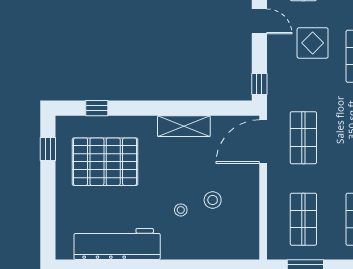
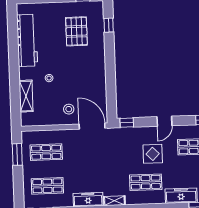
shelving: (184, 126) -> (26, 96), moved
shop shelf: (303, 138) -> (95, 150), removed
pallet: (105, 162) -> (76, 31), width x0.73, depth x0.71
stool: (213, 200) -> (69, 109), moved

